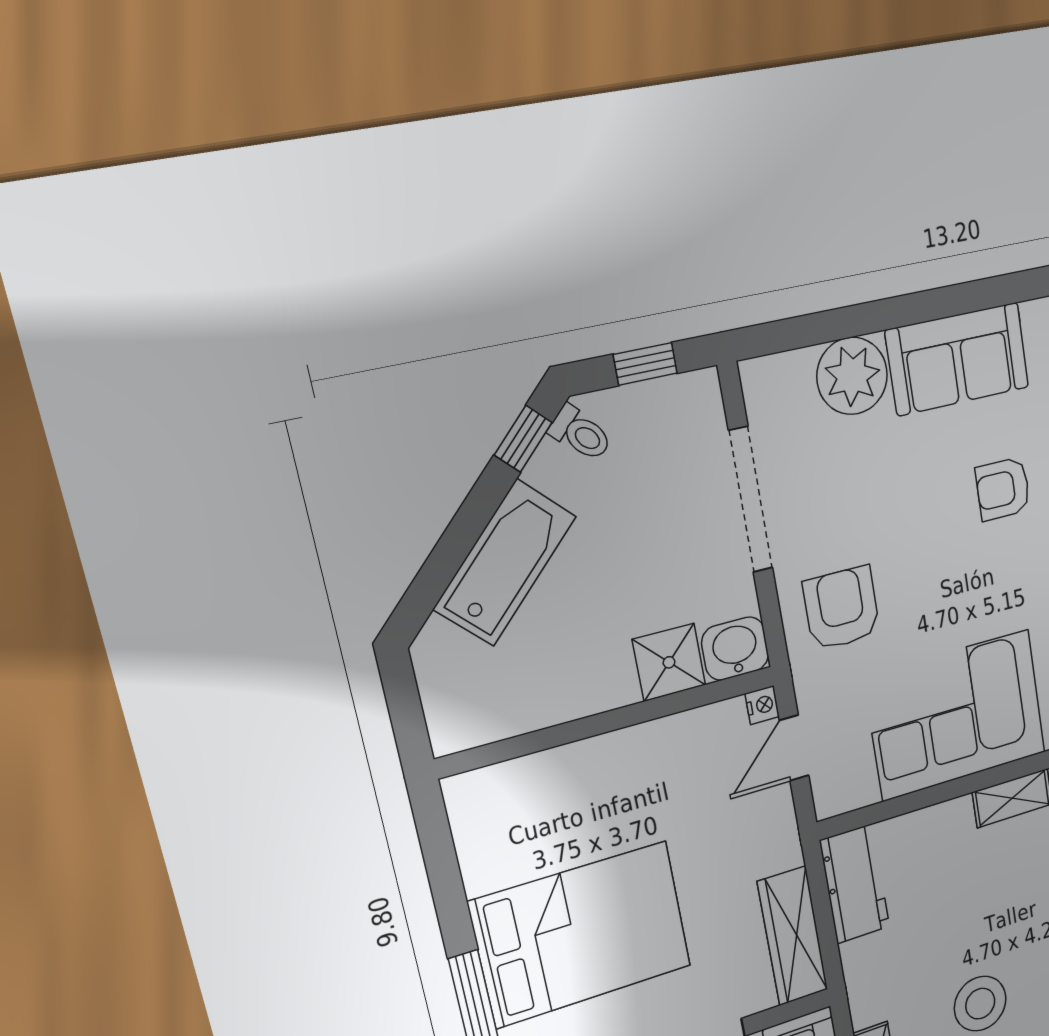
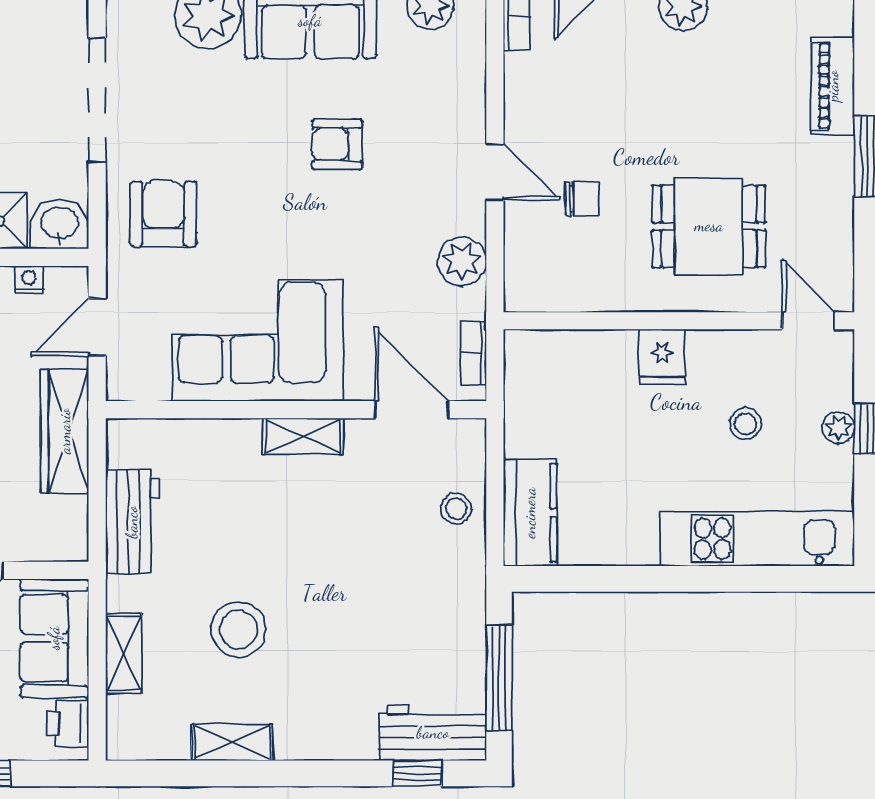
nightstand: (762, 705) -> (29, 280), moved, turned -90
workbench: (855, 884) -> (132, 522), moved
wardrobe: (793, 936) -> (65, 431), moved

